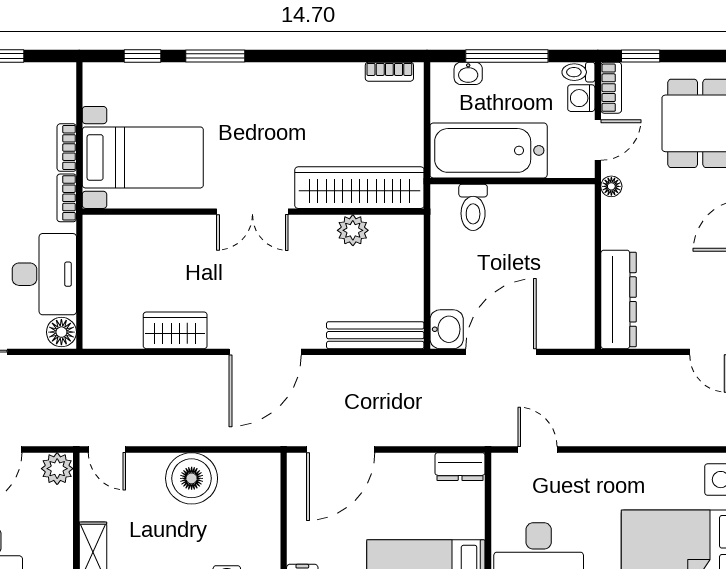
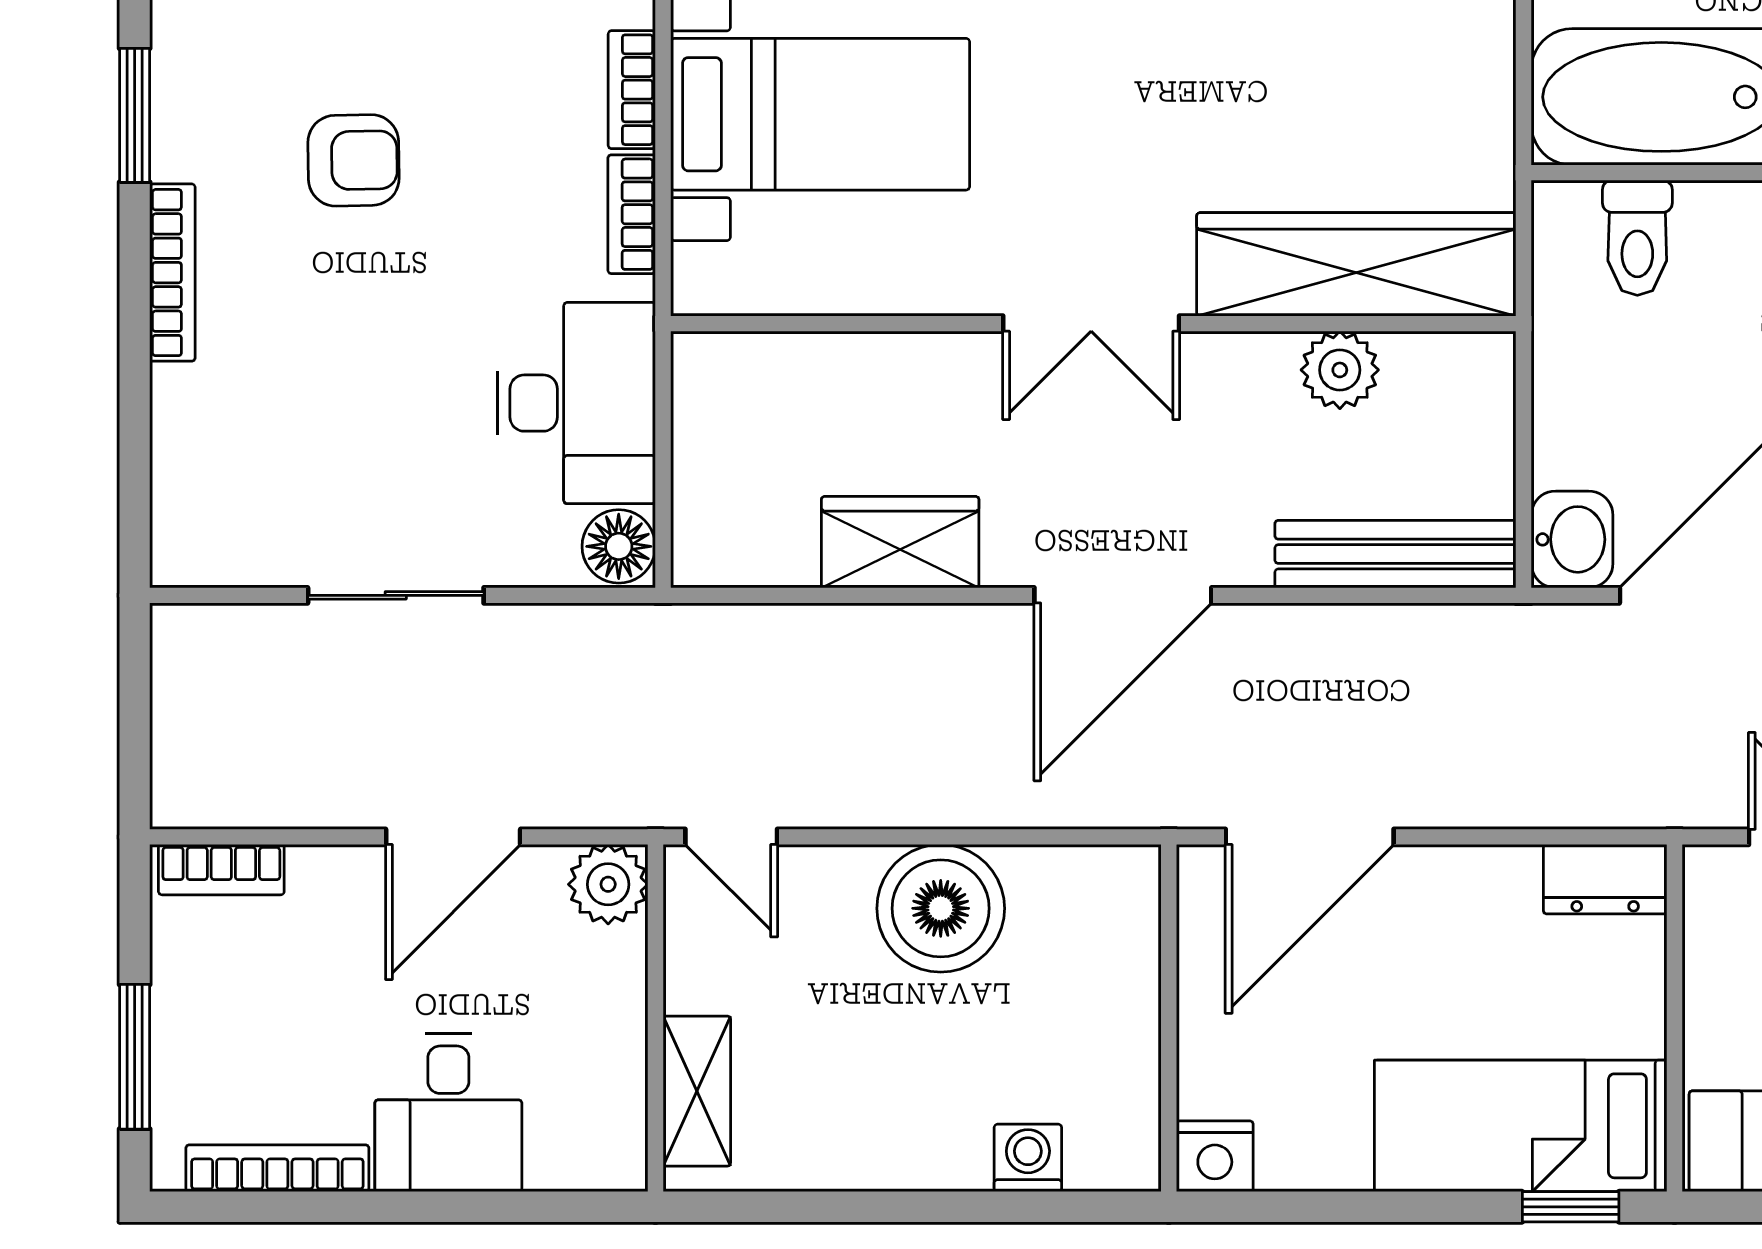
wardrobe: (359, 188) -> (1356, 264), moved
double door: (252, 212) -> (1091, 324), moved
wall: (253, 212) -> (1093, 324), moved
plant: (353, 230) -> (1340, 370), moved

